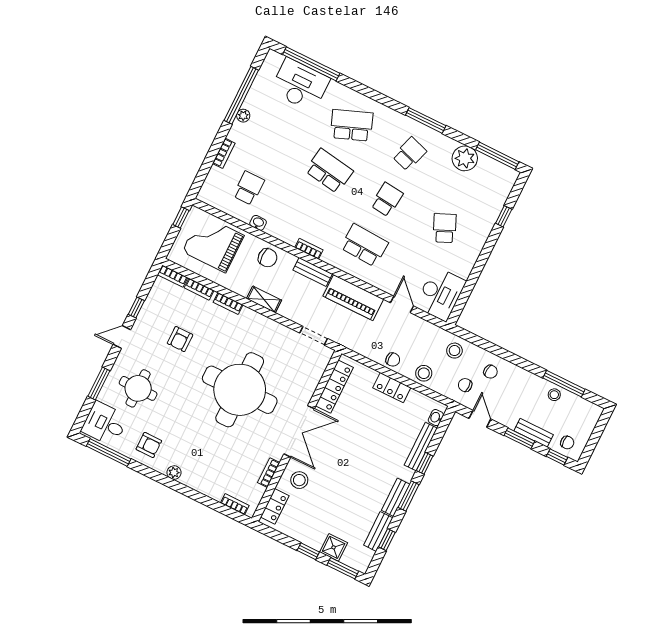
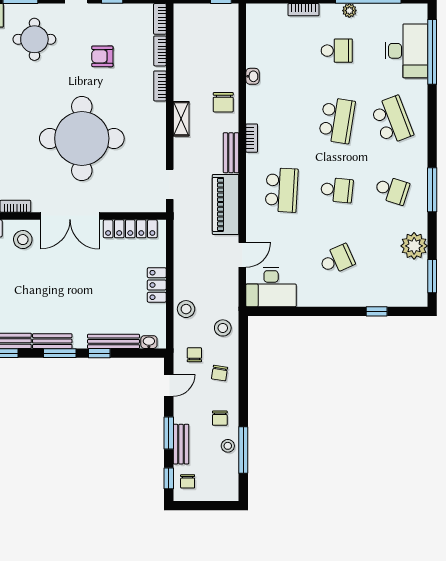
window: (497, 156) -> (432, 276), width x0.69
school desk: (249, 188) -> (337, 51), moved
grand piano: (213, 243) -> (211, 42), removed
chair: (393, 360) -> (220, 418), moved

